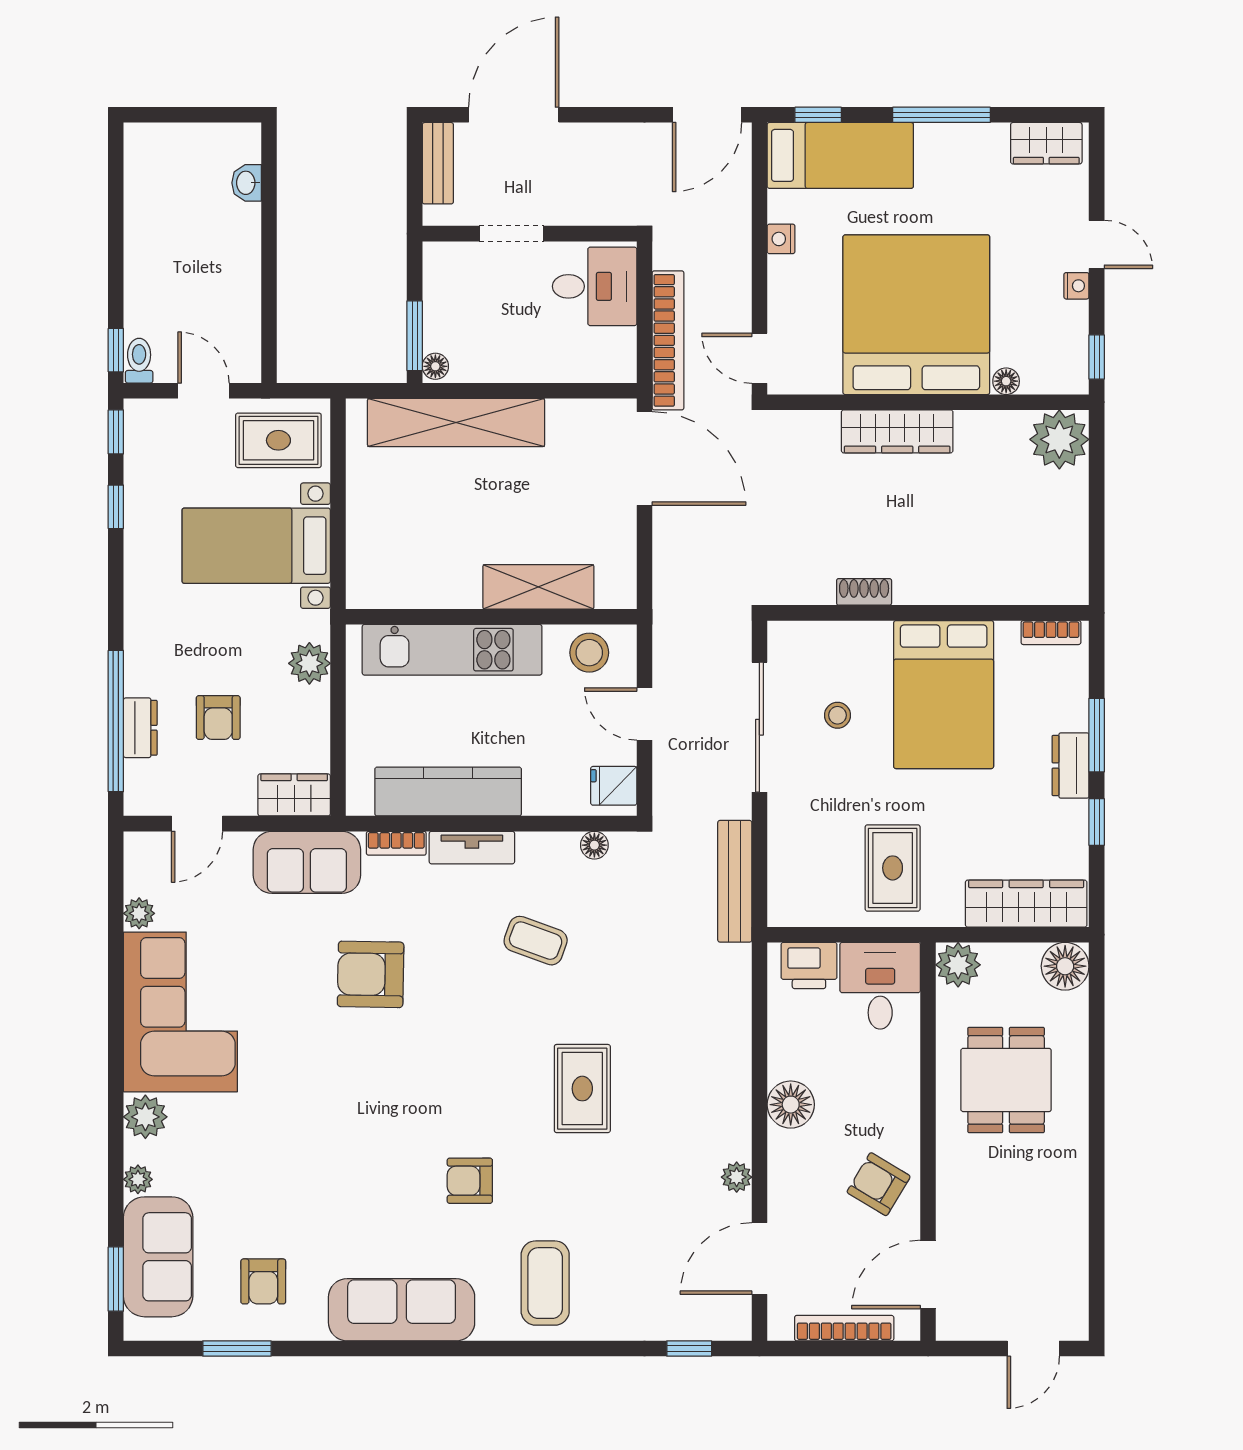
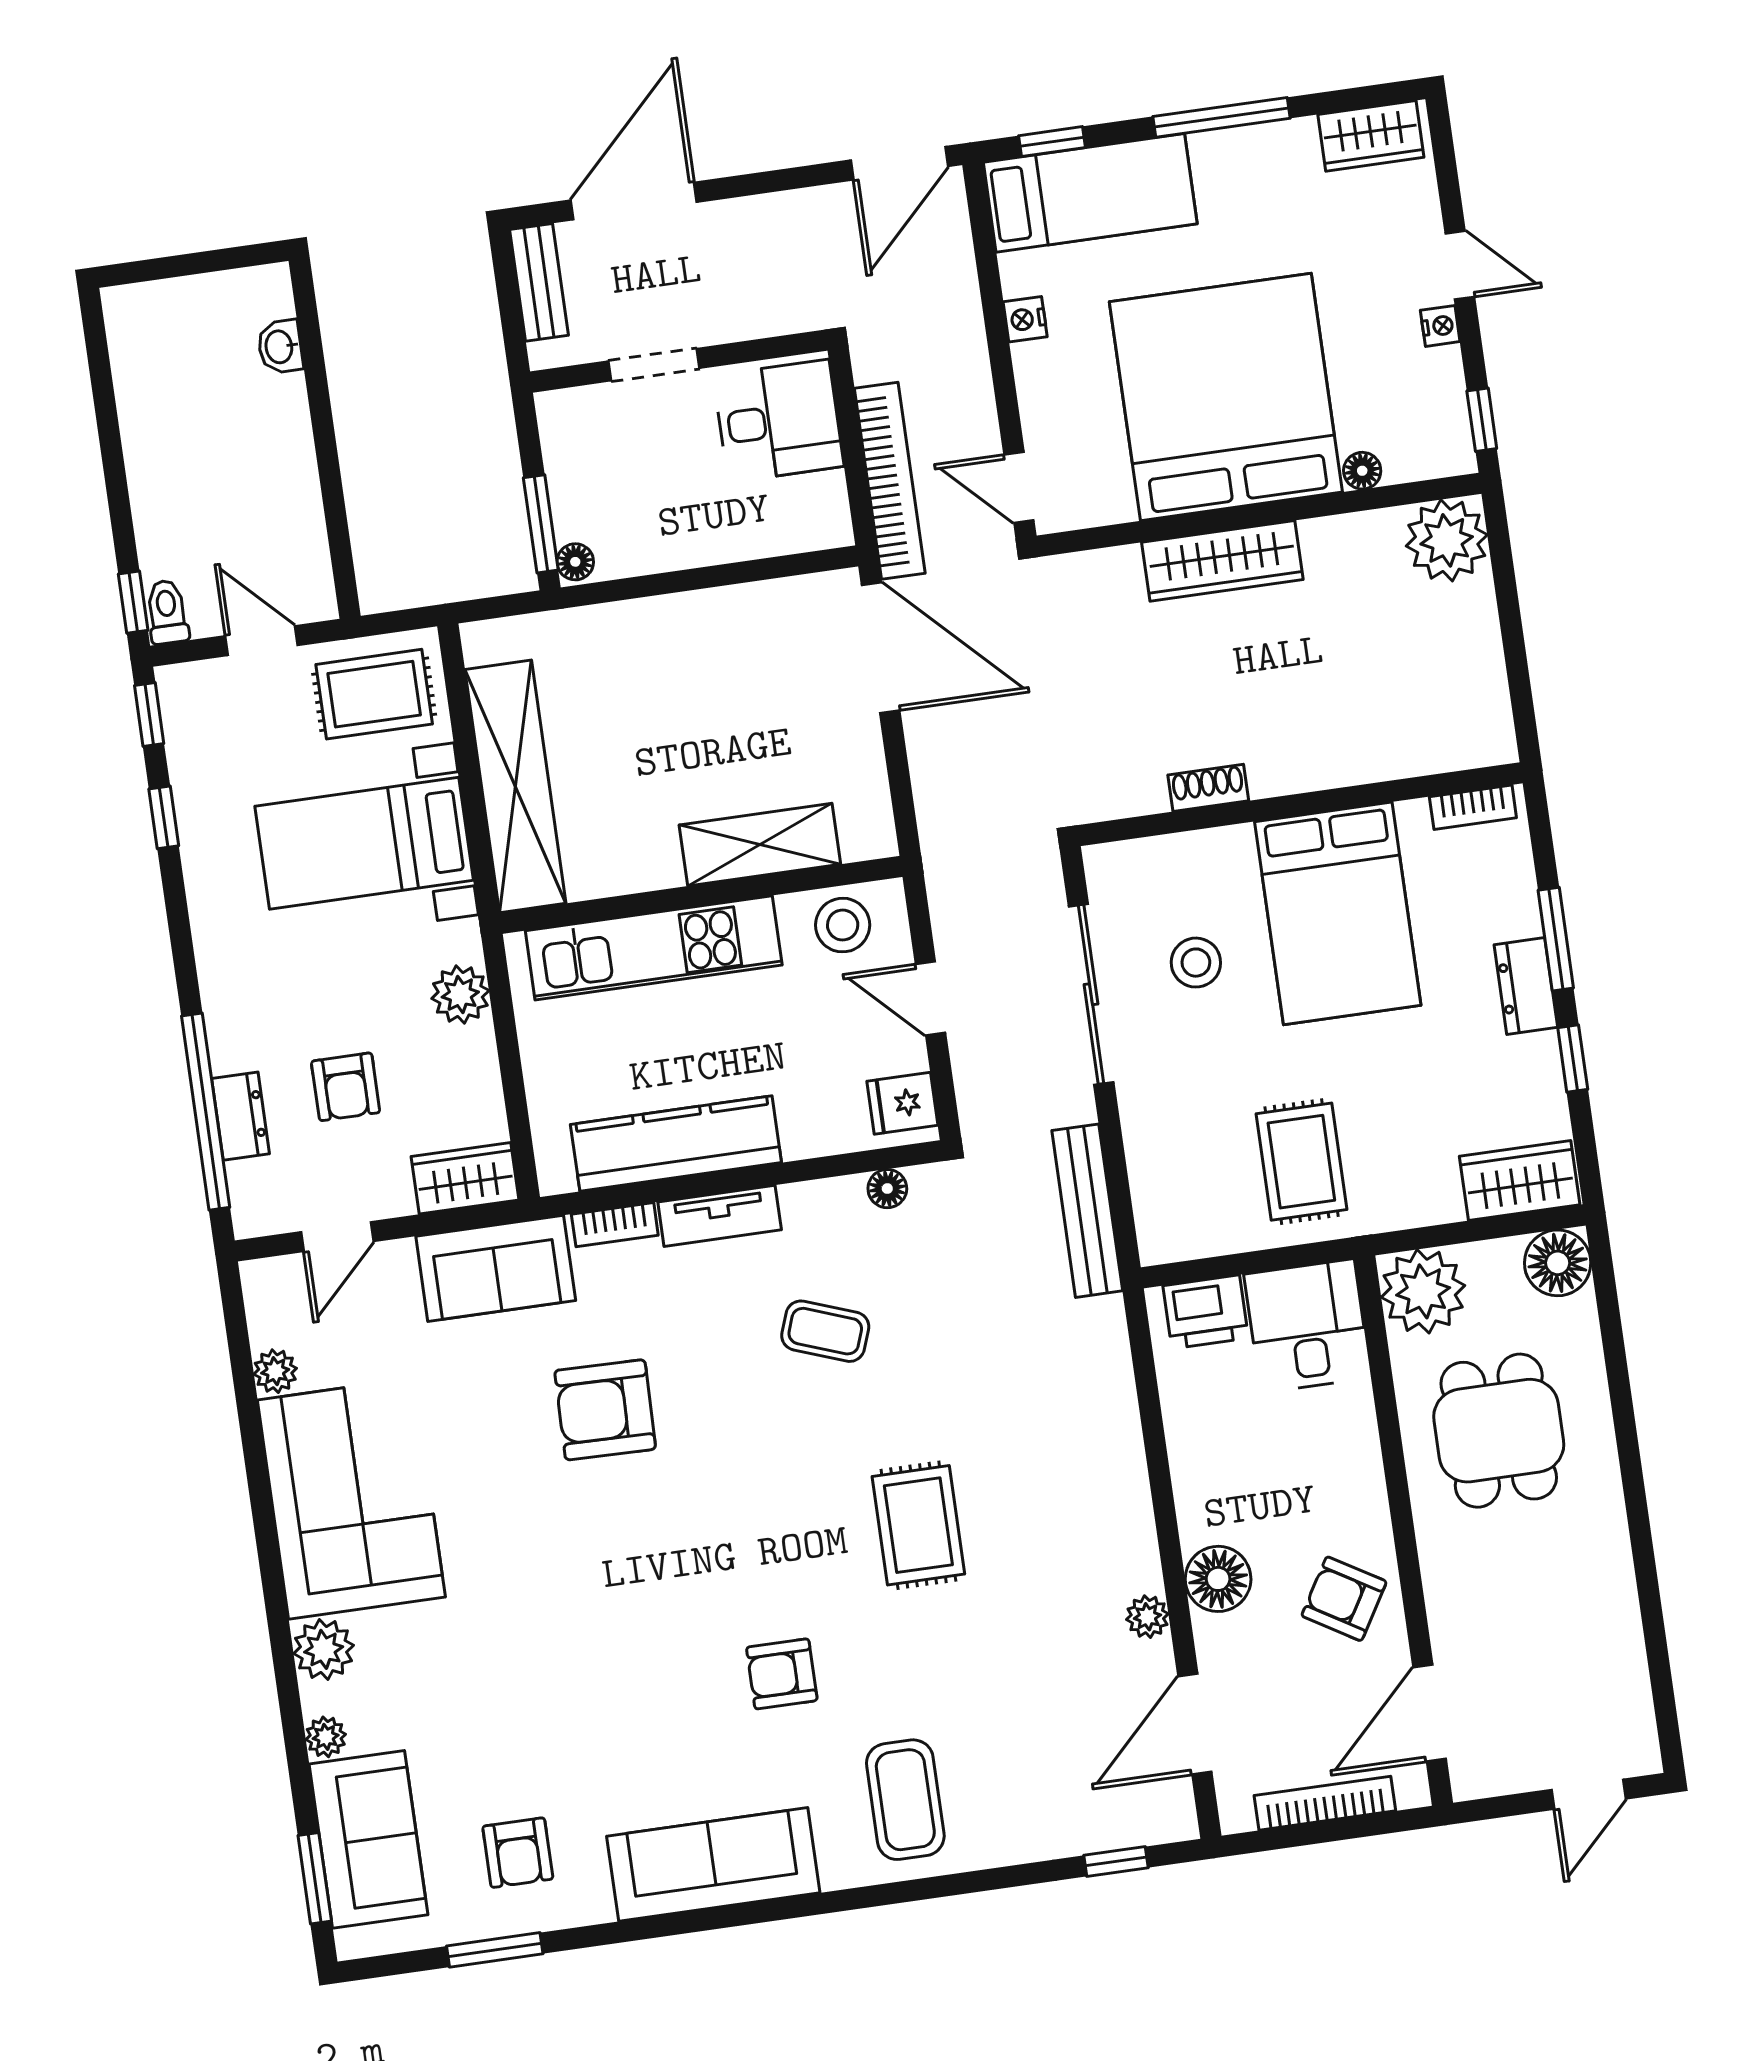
shelving: (456, 423) -> (515, 786), moved, turned 90
stool: (837, 715) -> (1196, 963), width x1.37, depth x1.37
wardrobe: (1026, 904) -> (1520, 1180), width x0.67
plant: (958, 965) -> (1423, 1291), width x1.36, depth x1.36
floor lamp: (791, 1105) -> (1218, 1579), moved

